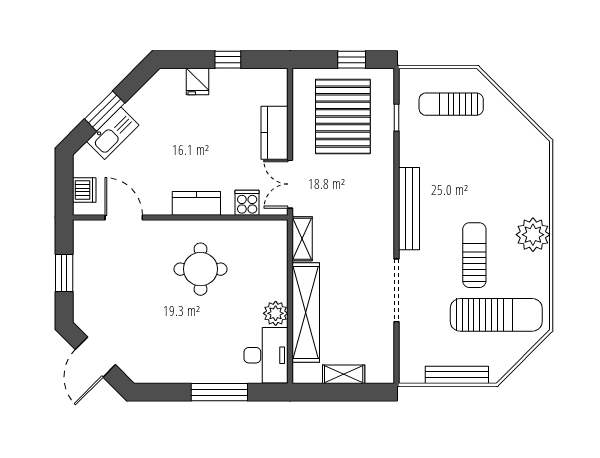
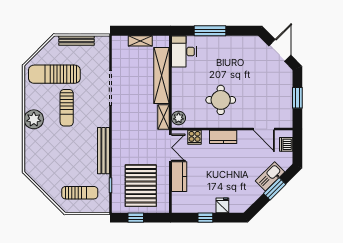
bench: (409, 209) -> (103, 151), moved
plant: (276, 313) -> (179, 118), moved

